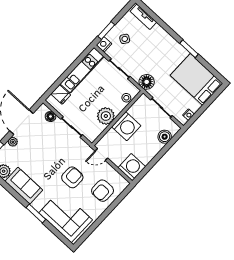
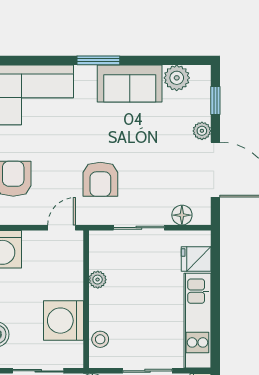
plant: (106, 116) -> (98, 280), width x0.53, depth x0.53
washing machine: (126, 126) -> (63, 321), moved
armchair: (72, 177) -> (100, 179), moved
window: (36, 214) -> (98, 60), moved

